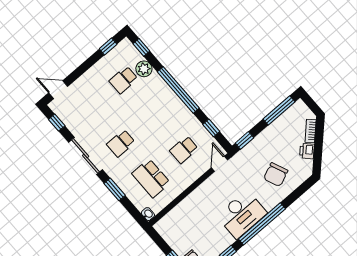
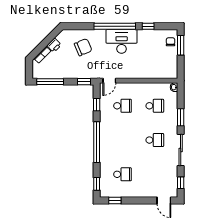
plant: (144, 69) -> (106, 171), removed
school desk: (151, 178) -> (155, 106), width x0.54

